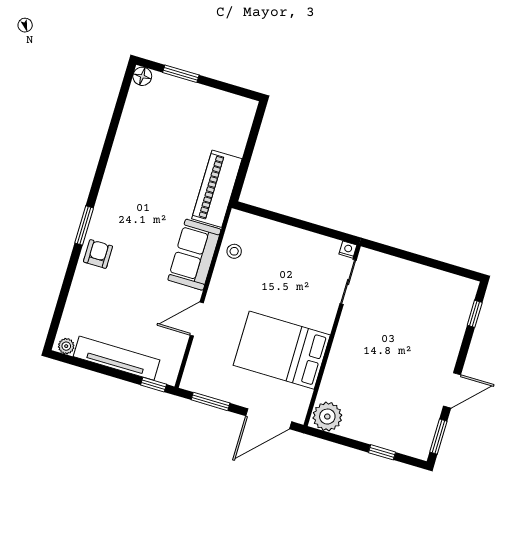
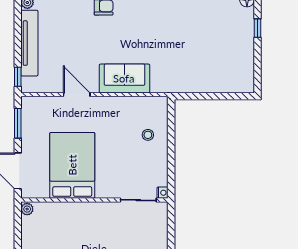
window: (181, 74) -> (257, 28), width x0.67
piano: (217, 189) -> (179, 81), removed
stool: (234, 251) -> (148, 135), moved
plant: (327, 417) -> (27, 209), width x0.53, depth x0.53

